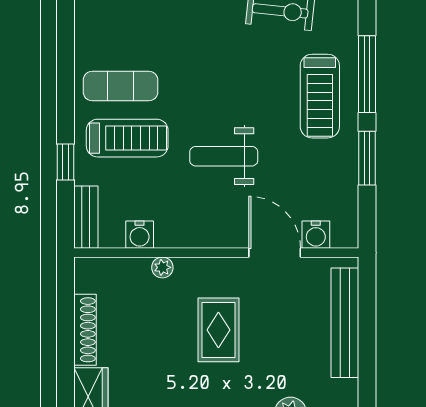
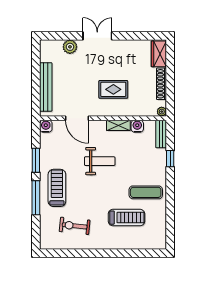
treadmill: (127, 138) -> (127, 218), moved, turned 180
water cooler: (316, 235) -> (46, 126), moved
shelving: (182, 237) -> (118, 125), added
plant: (162, 267) -> (162, 112), moved
rug: (218, 330) -> (113, 89), moved, turned 90

